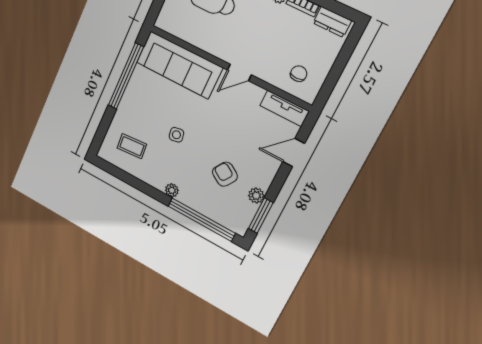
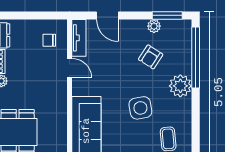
door: (239, 72) -> (69, 68), moved
side table: (176, 135) -> (140, 108), width x1.87, depth x1.87
plant: (172, 190) -> (180, 86), width x1.88, depth x1.88

